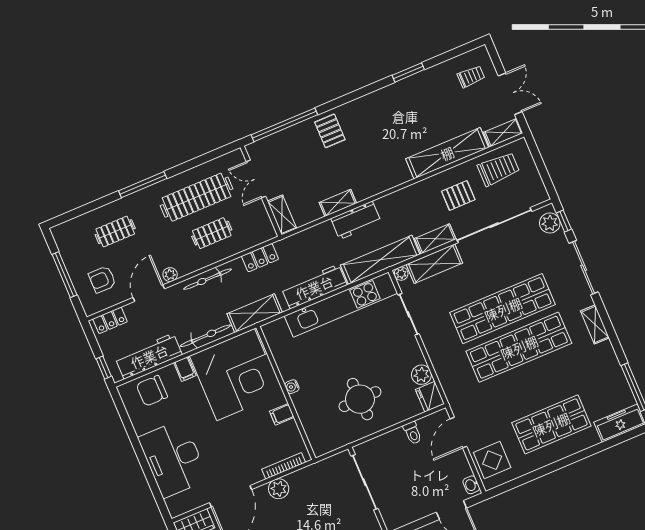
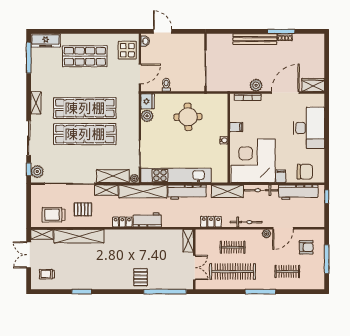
shelving: (338, 203) -> (153, 234), removed
locker: (110, 320) -> (122, 222), moved

